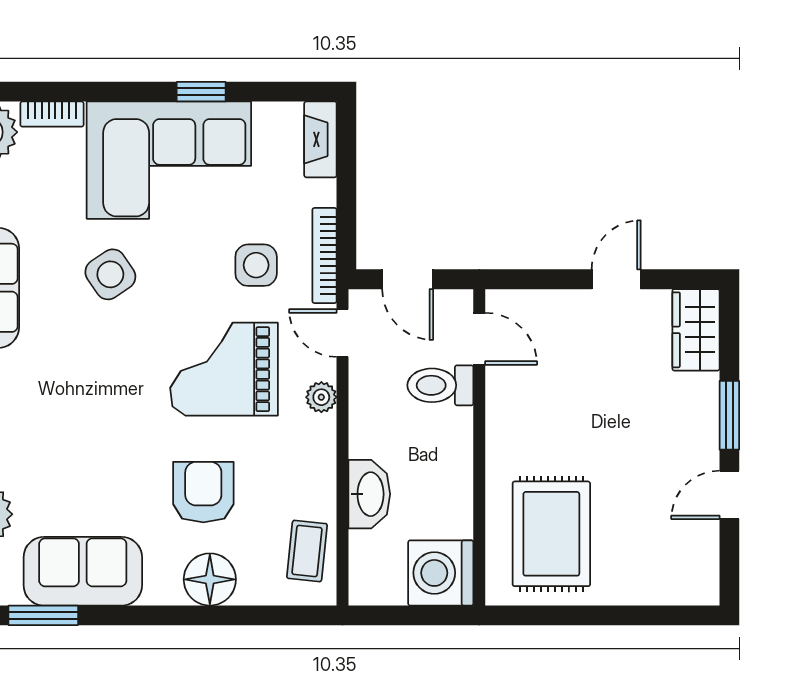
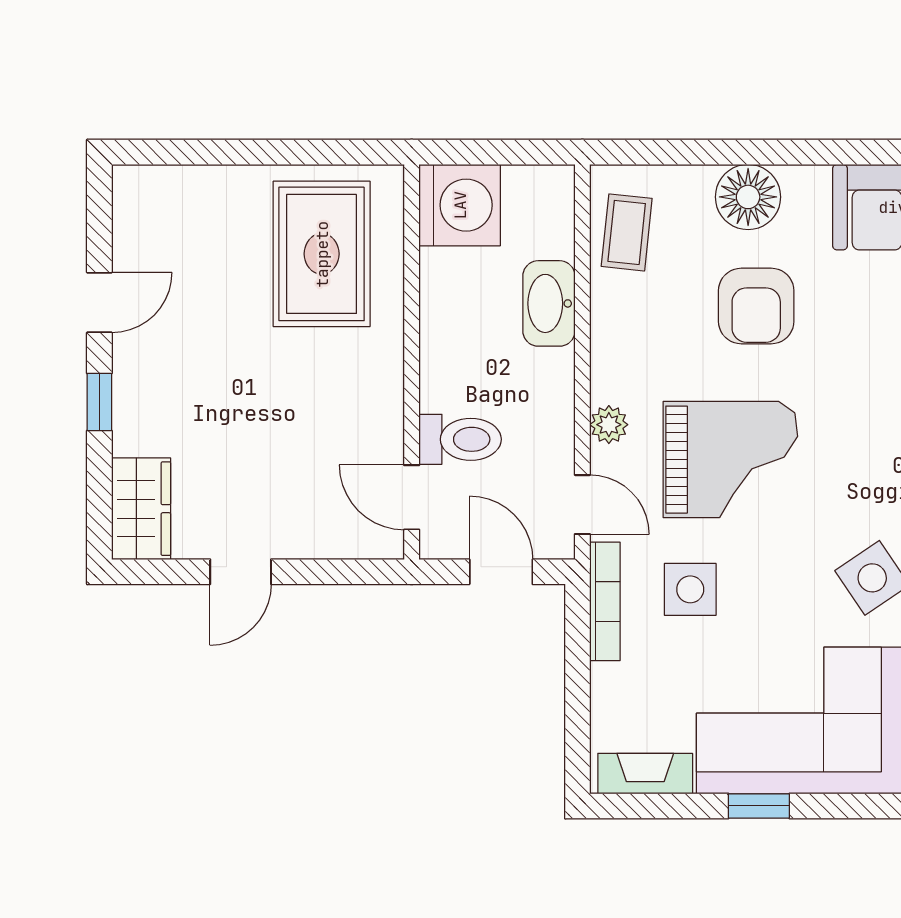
fireplace: (320, 139) -> (645, 774), moved, turned -90
window: (729, 415) -> (99, 402), width x0.67

